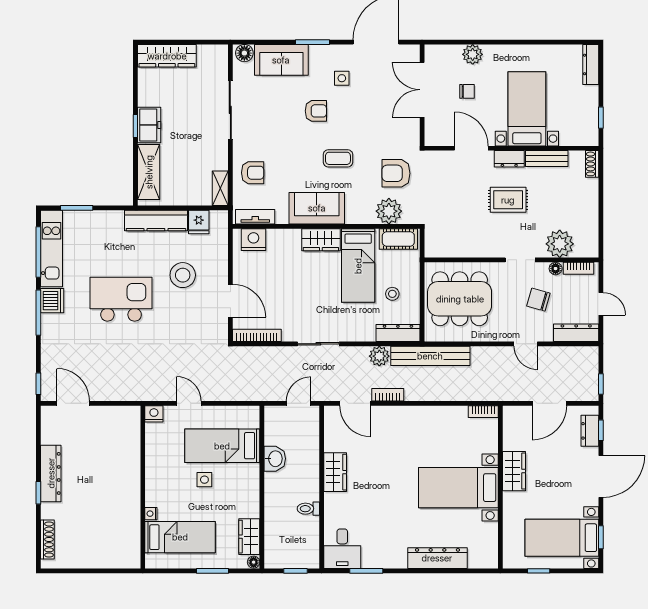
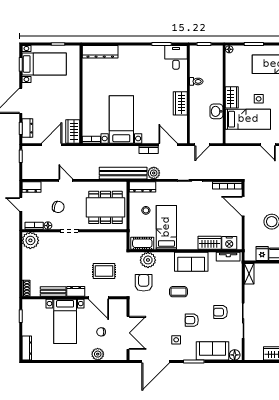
armchair: (253, 173) -> (221, 312), moved
armchair: (396, 173) -> (144, 283), turned -90
rug: (508, 200) -> (104, 271), moved
wardrobe: (321, 240) -> (210, 243), moved
plant: (560, 244) -> (30, 240), moved
dresser: (576, 333) -> (31, 187), width x0.70
wardrobe: (514, 471) -> (73, 131), moved
bed with nightstands: (458, 488) -> (121, 119), moved, turned -90
wardrobe: (249, 537) -> (232, 97), moved
dresser: (437, 558) -> (100, 52), moved

